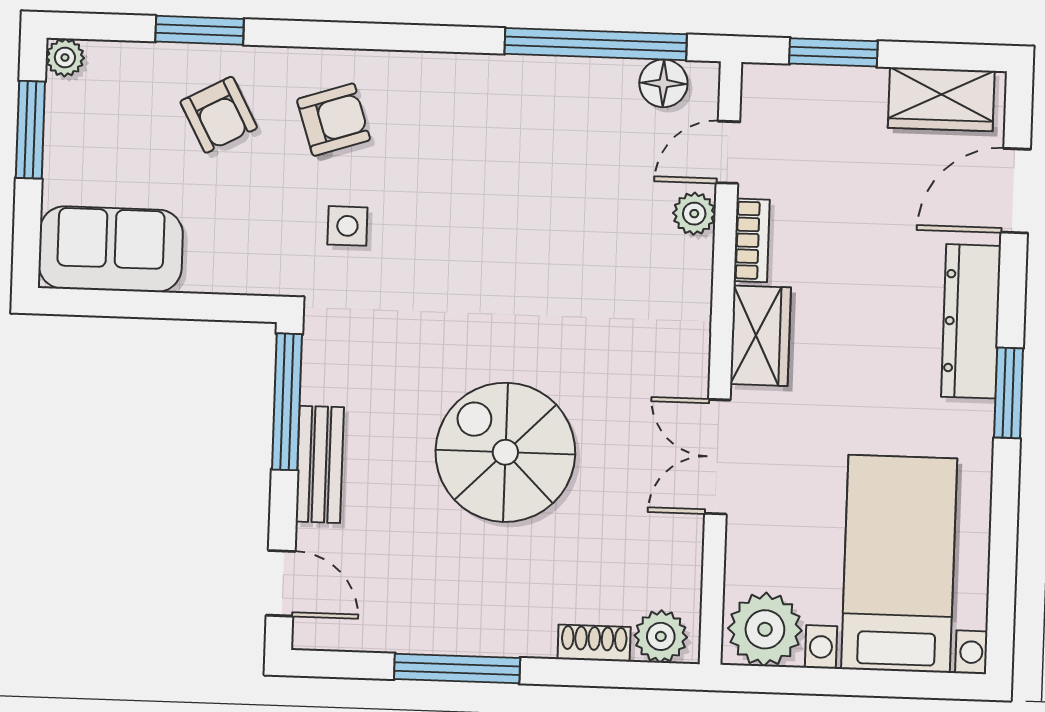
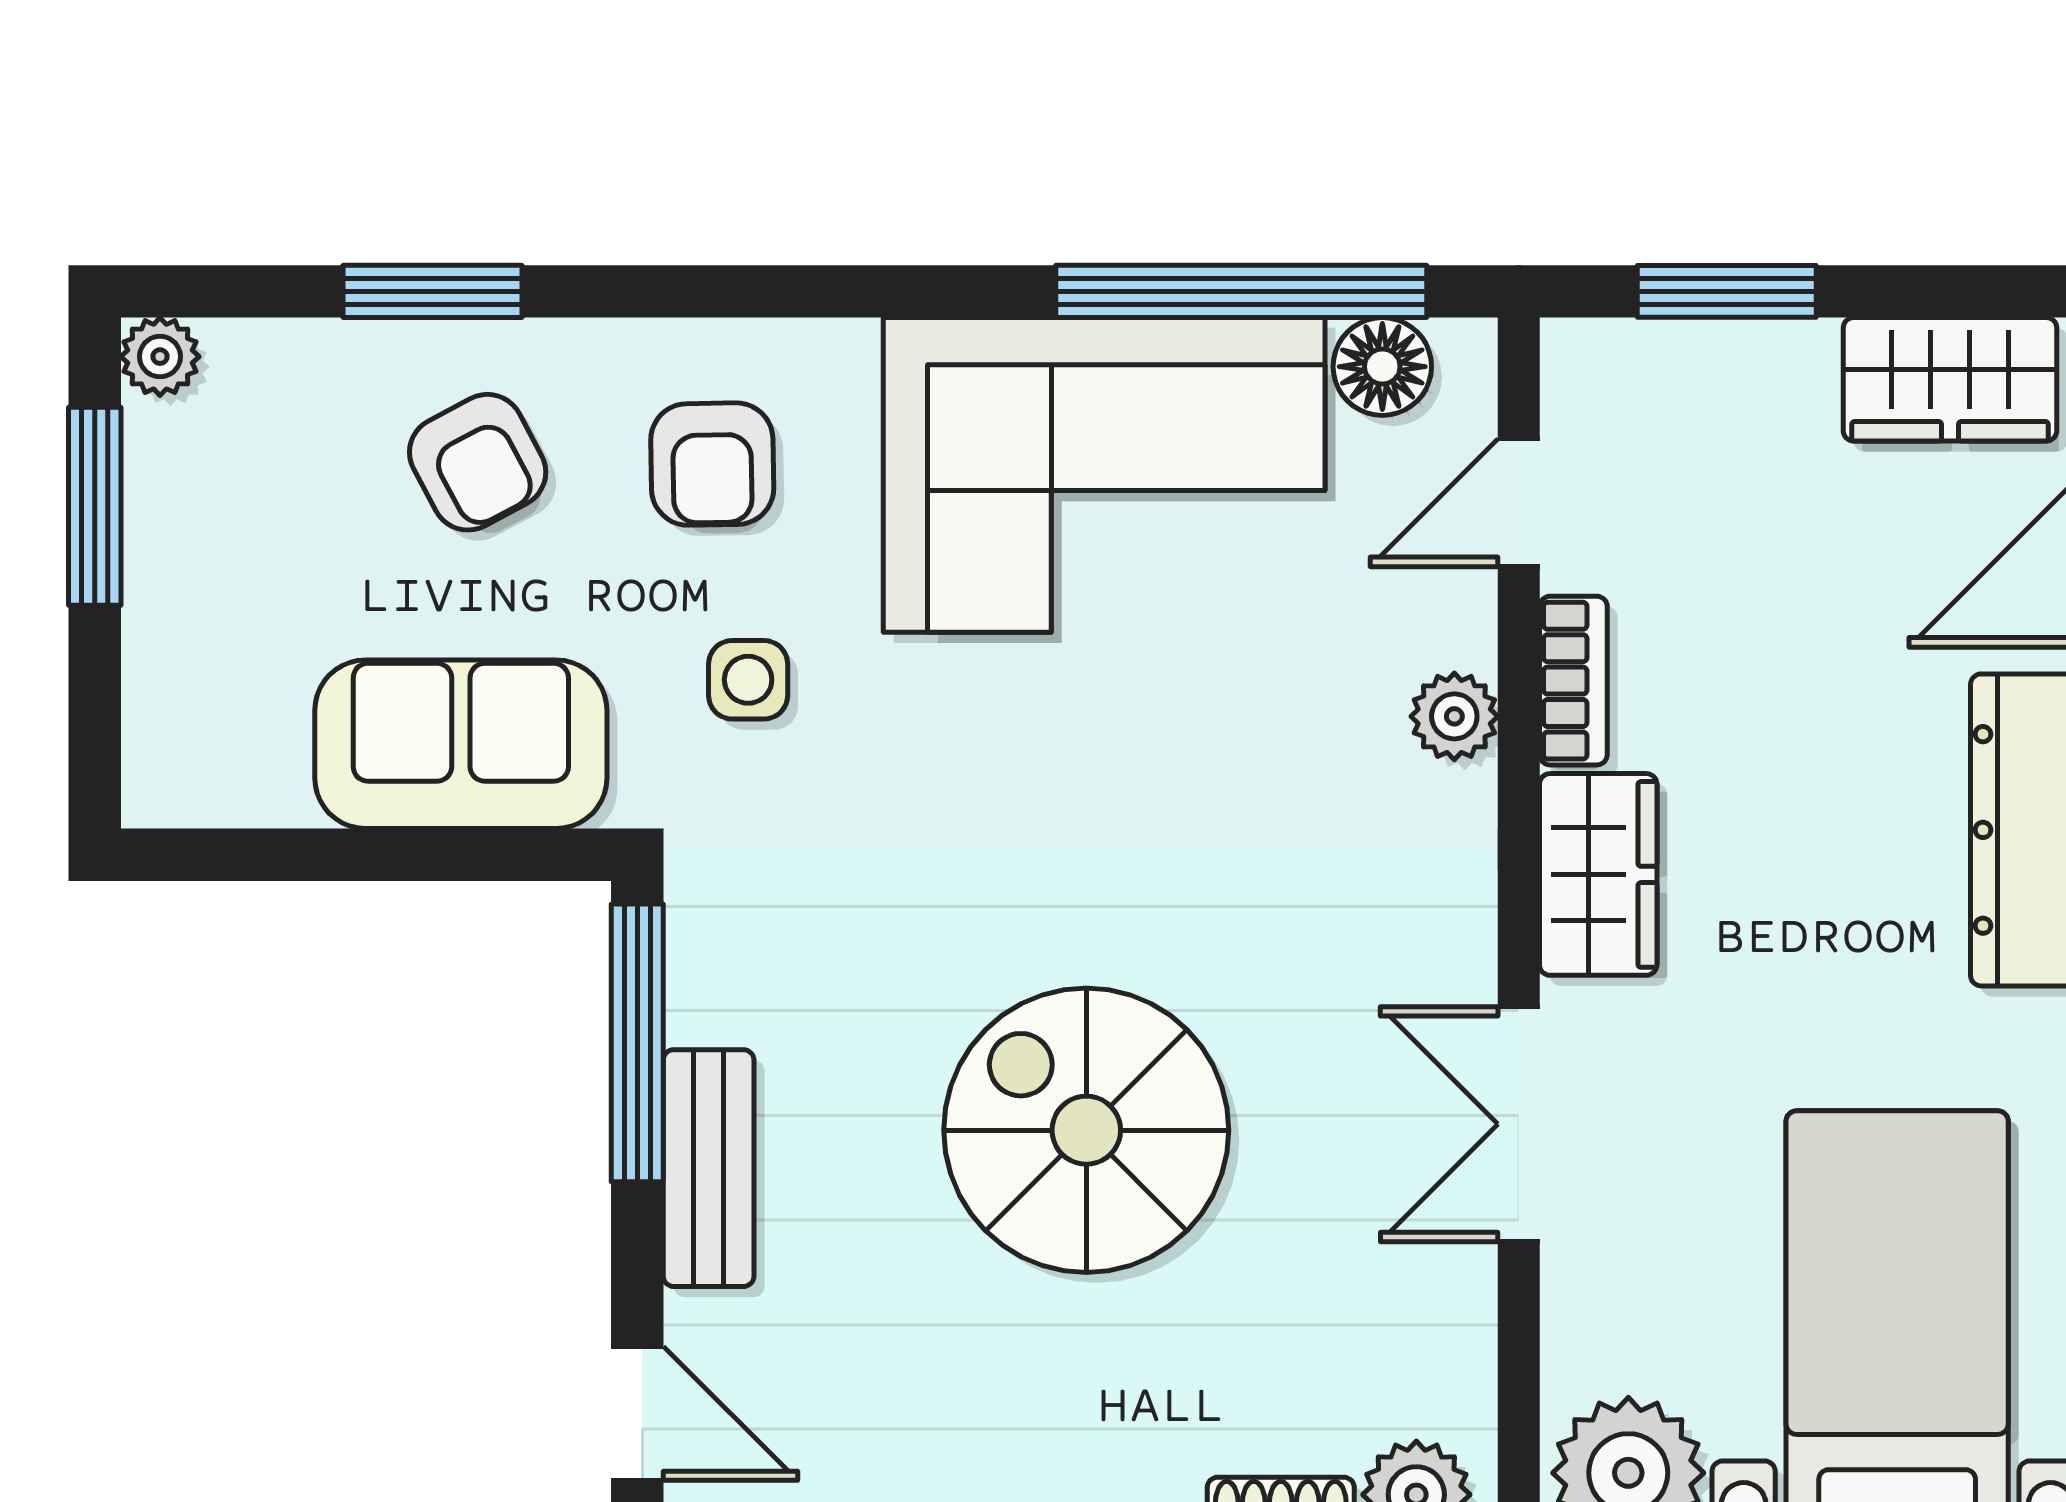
armchair: (334, 120) -> (712, 464), turned 107
corner sofa: (525, 132) -> (1104, 475), added
plant: (694, 214) -> (1454, 716), moved
sofa: (111, 249) -> (461, 744), moved

